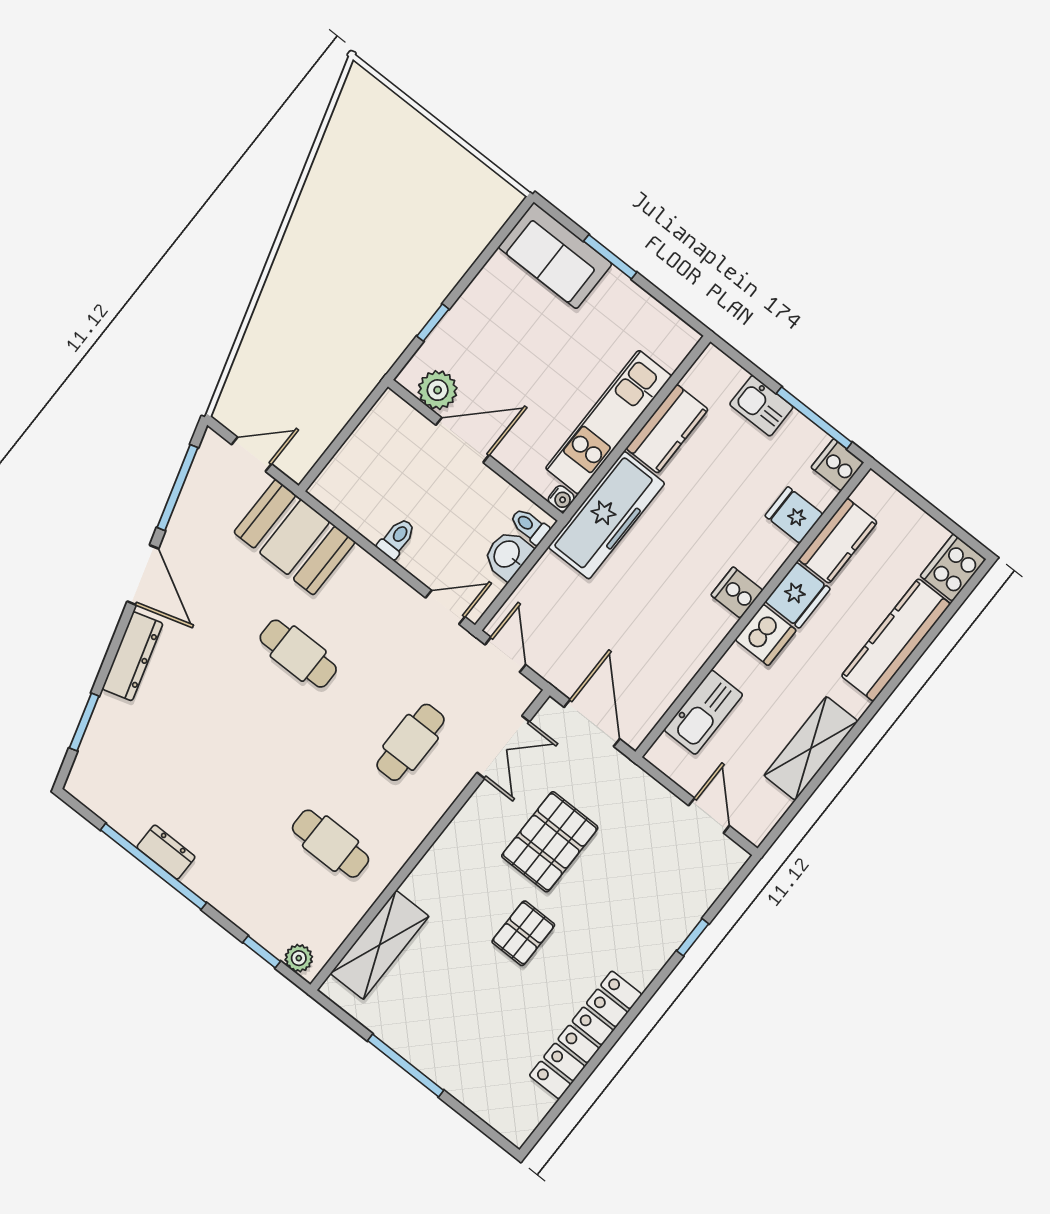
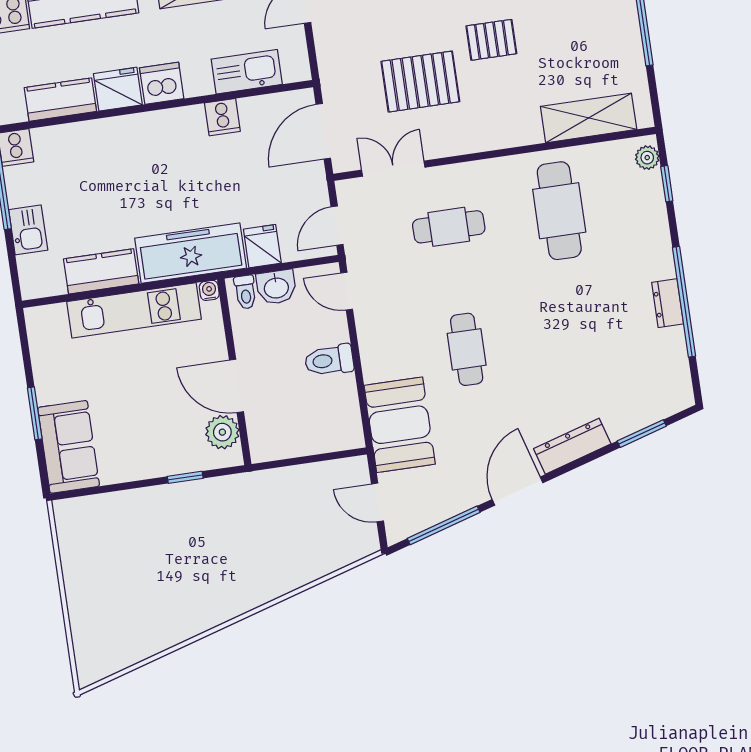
fridge: (794, 515) -> (262, 246), moved, turned 180
toilet: (397, 538) -> (329, 360), width x1.37, depth x1.39
cooker: (737, 593) -> (222, 117), moved
cafe table: (331, 844) -> (559, 211), width x1.37, depth x1.35

